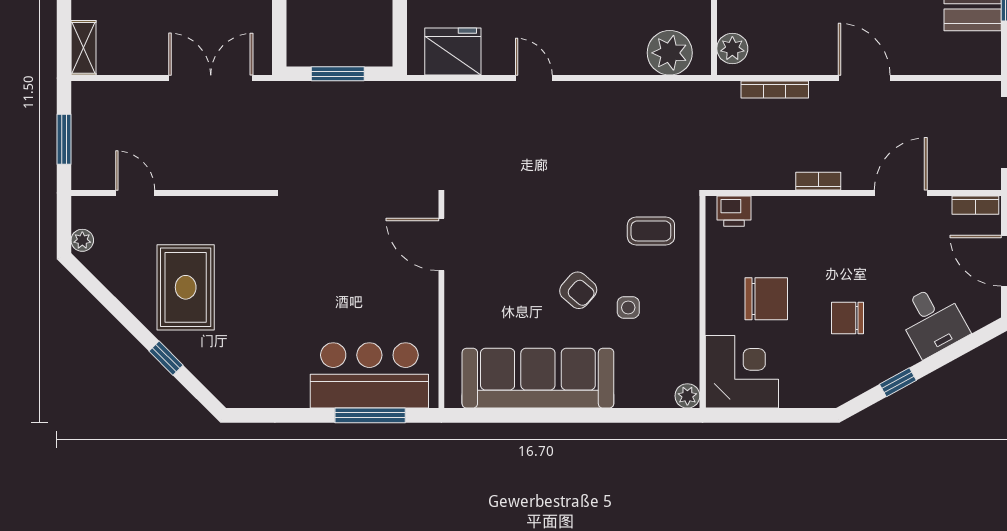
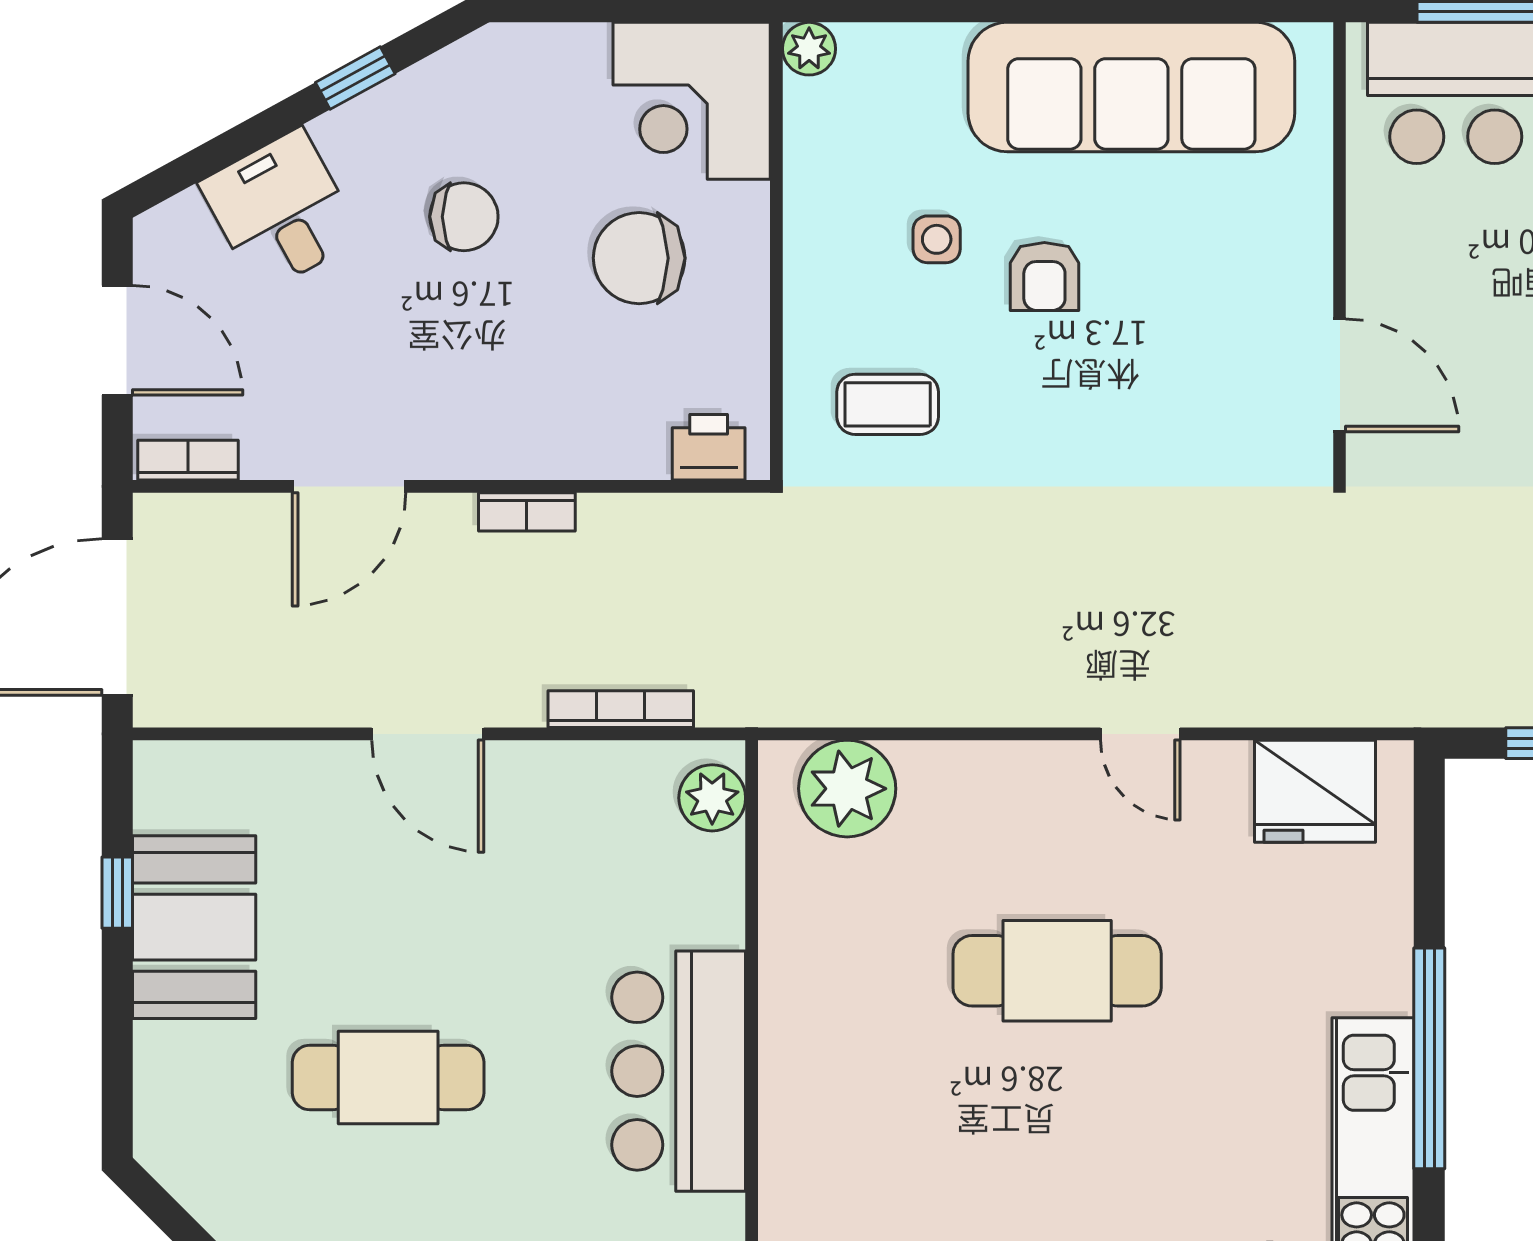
armchair: (578, 290) -> (1044, 276), turned -131

